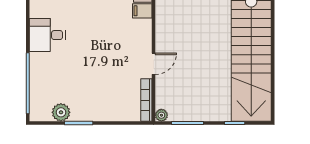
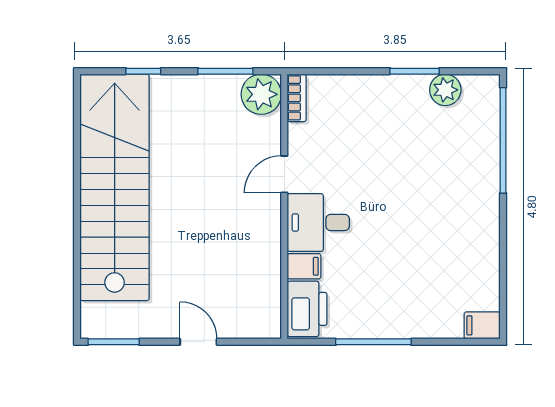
desk: (47, 35) -> (318, 222), moved, turned 180
bookcase: (146, 100) -> (297, 98), width x0.64
plant: (161, 115) -> (261, 94), width x1.87, depth x1.87

